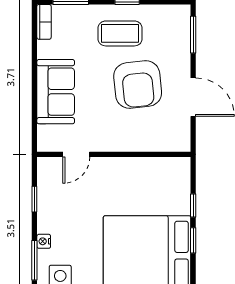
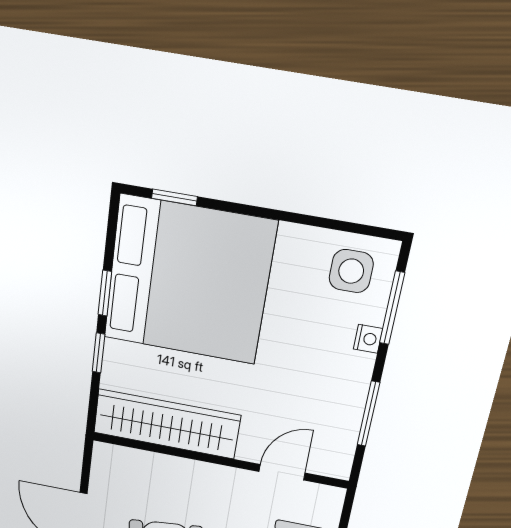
wardrobe: (148, 171) -> (167, 424), added
window: (34, 199) -> (368, 414), width x1.50

